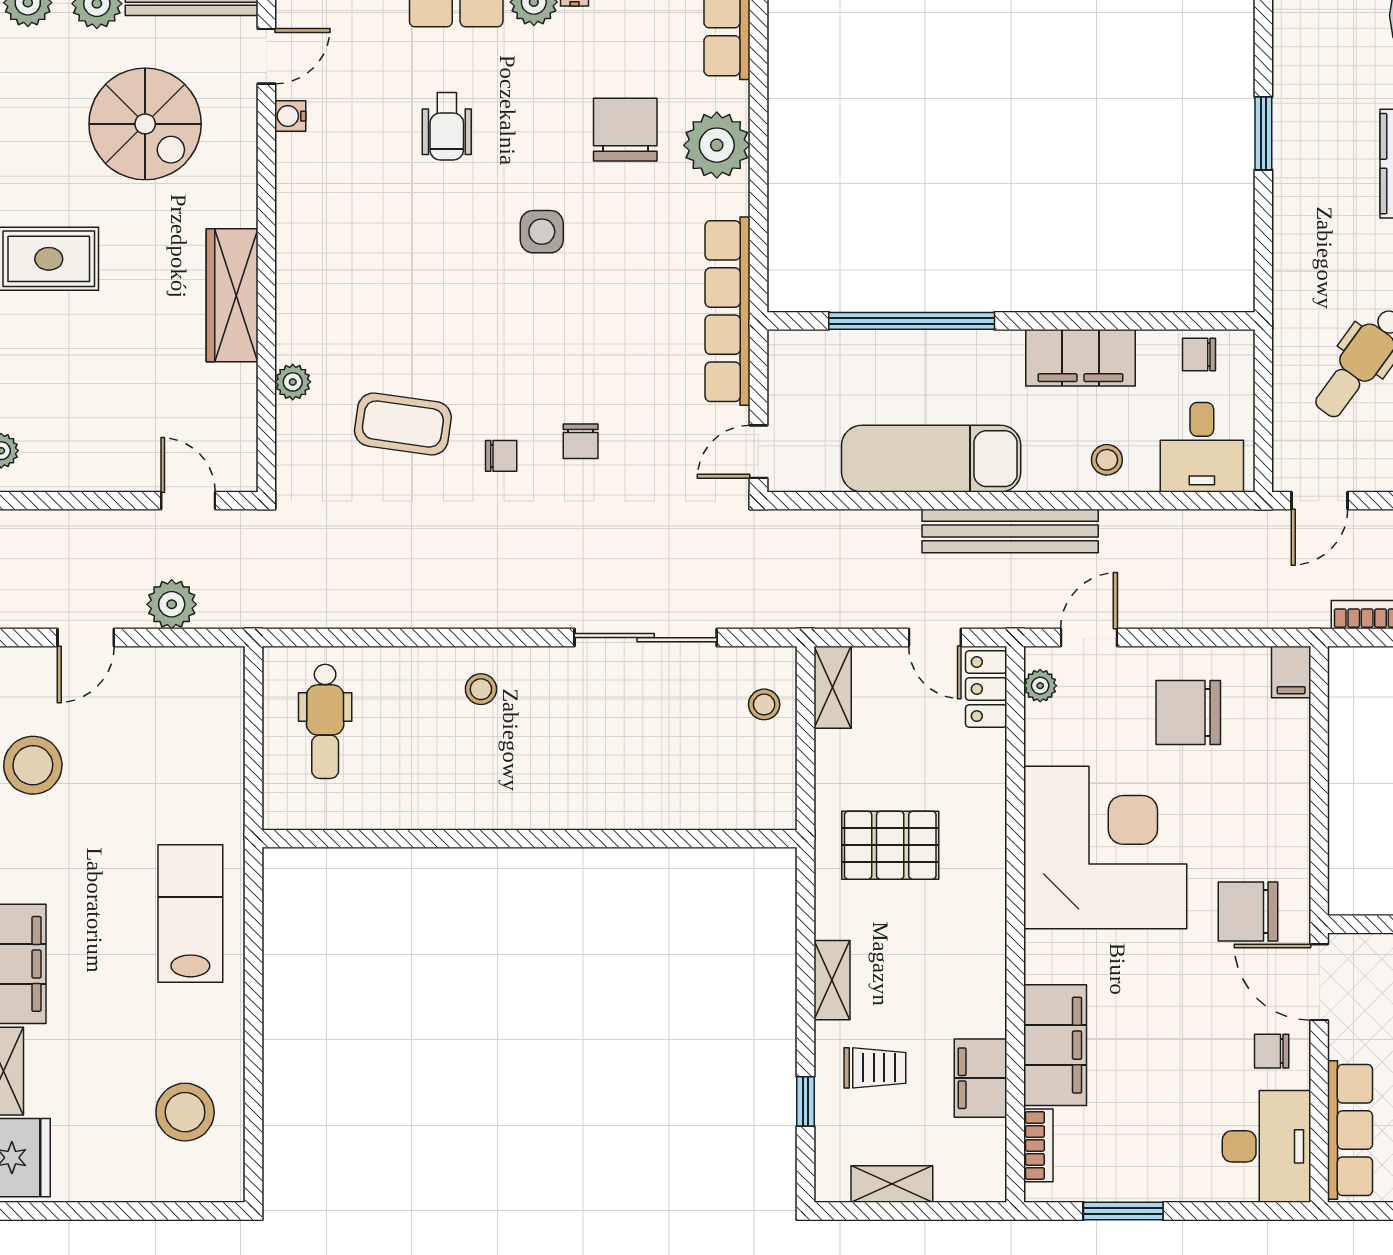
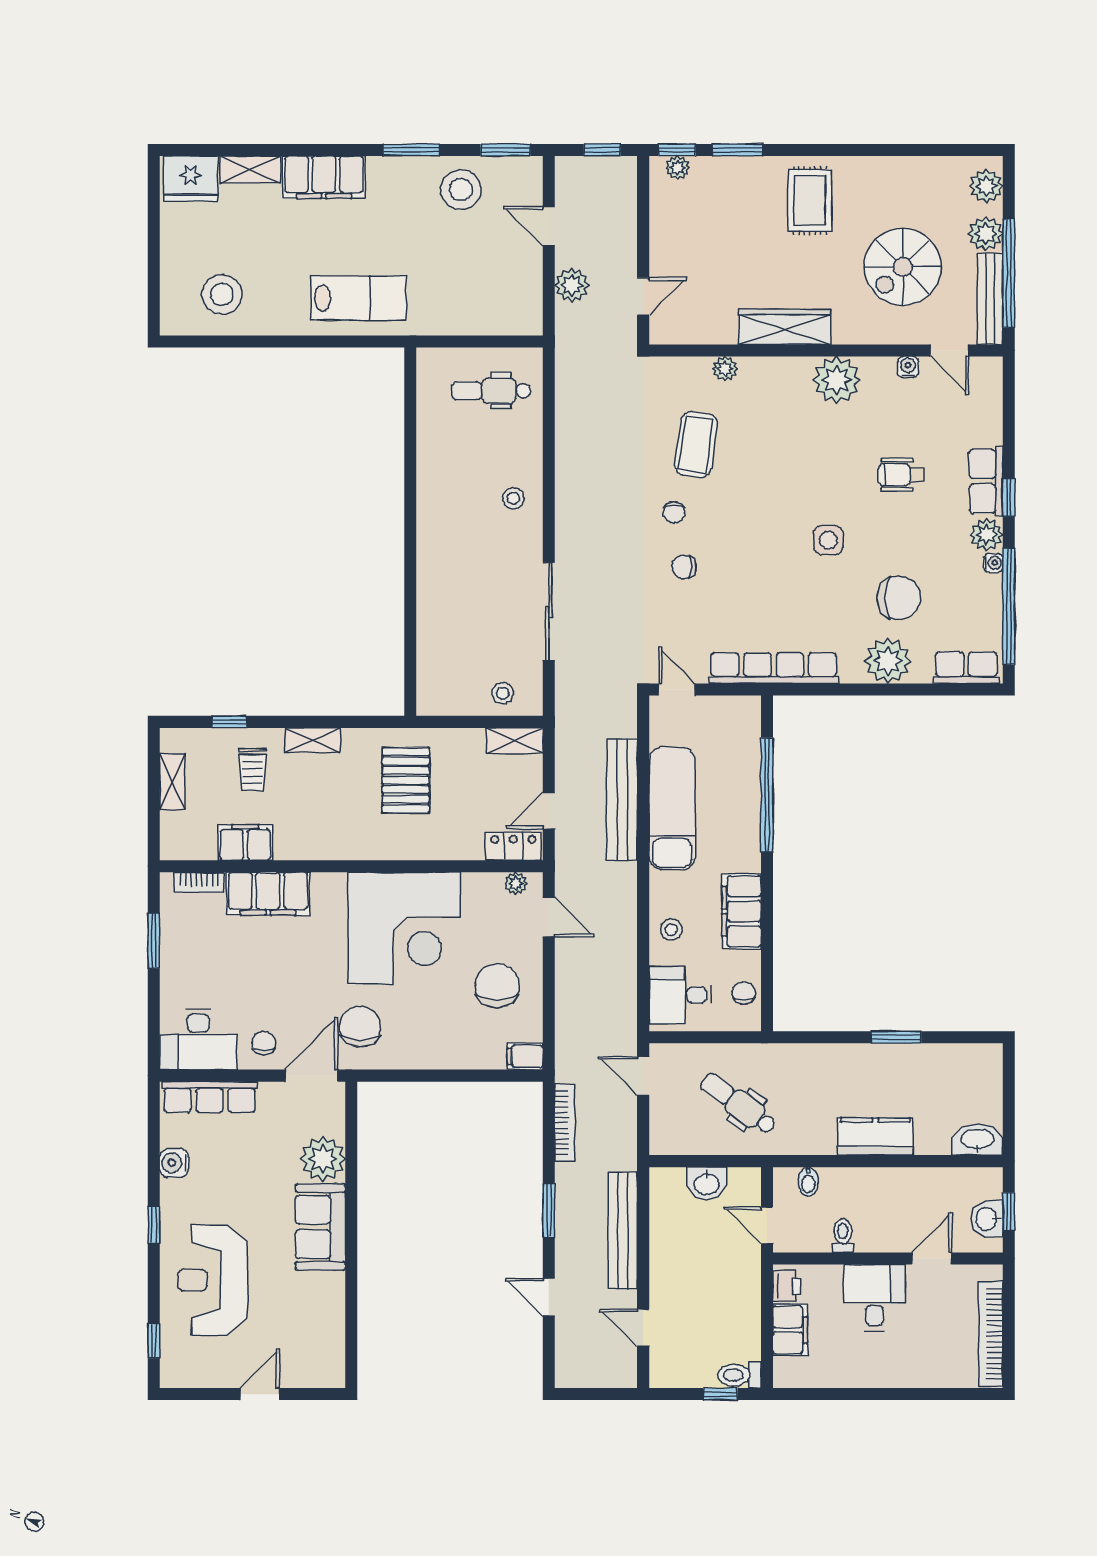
plant: (309, 220) -> (837, 380), added
bench: (1010, 531) -> (622, 800), moved

